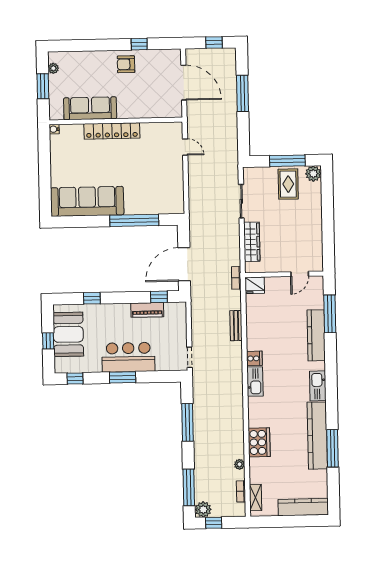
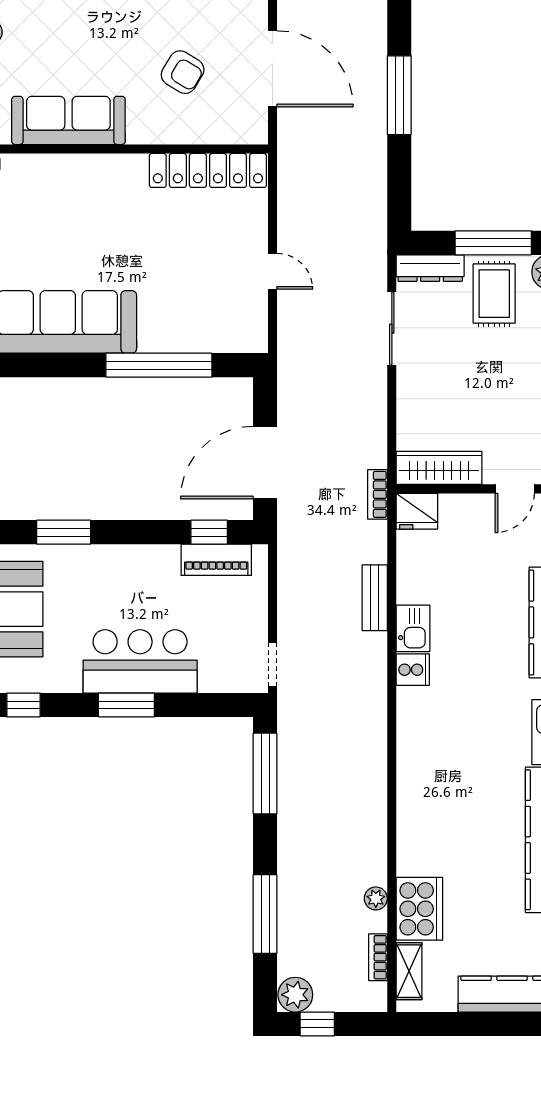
armchair: (126, 64) -> (183, 72), moved, turned -149
locker: (112, 131) -> (208, 170), moved
door: (185, 147) -> (273, 271), moved
dresser: (258, 173) -> (430, 268), added
wardrobe: (252, 242) -> (439, 468), moved, turned -90
window: (92, 298) -> (64, 532), width x1.50
piano: (147, 310) -> (216, 560), moved
kitchen sink: (255, 381) -> (413, 628), moved, width x0.73
window: (187, 422) -> (265, 773), moved
cooker: (259, 442) -> (419, 909), moved
window: (189, 487) -> (265, 914), moved

